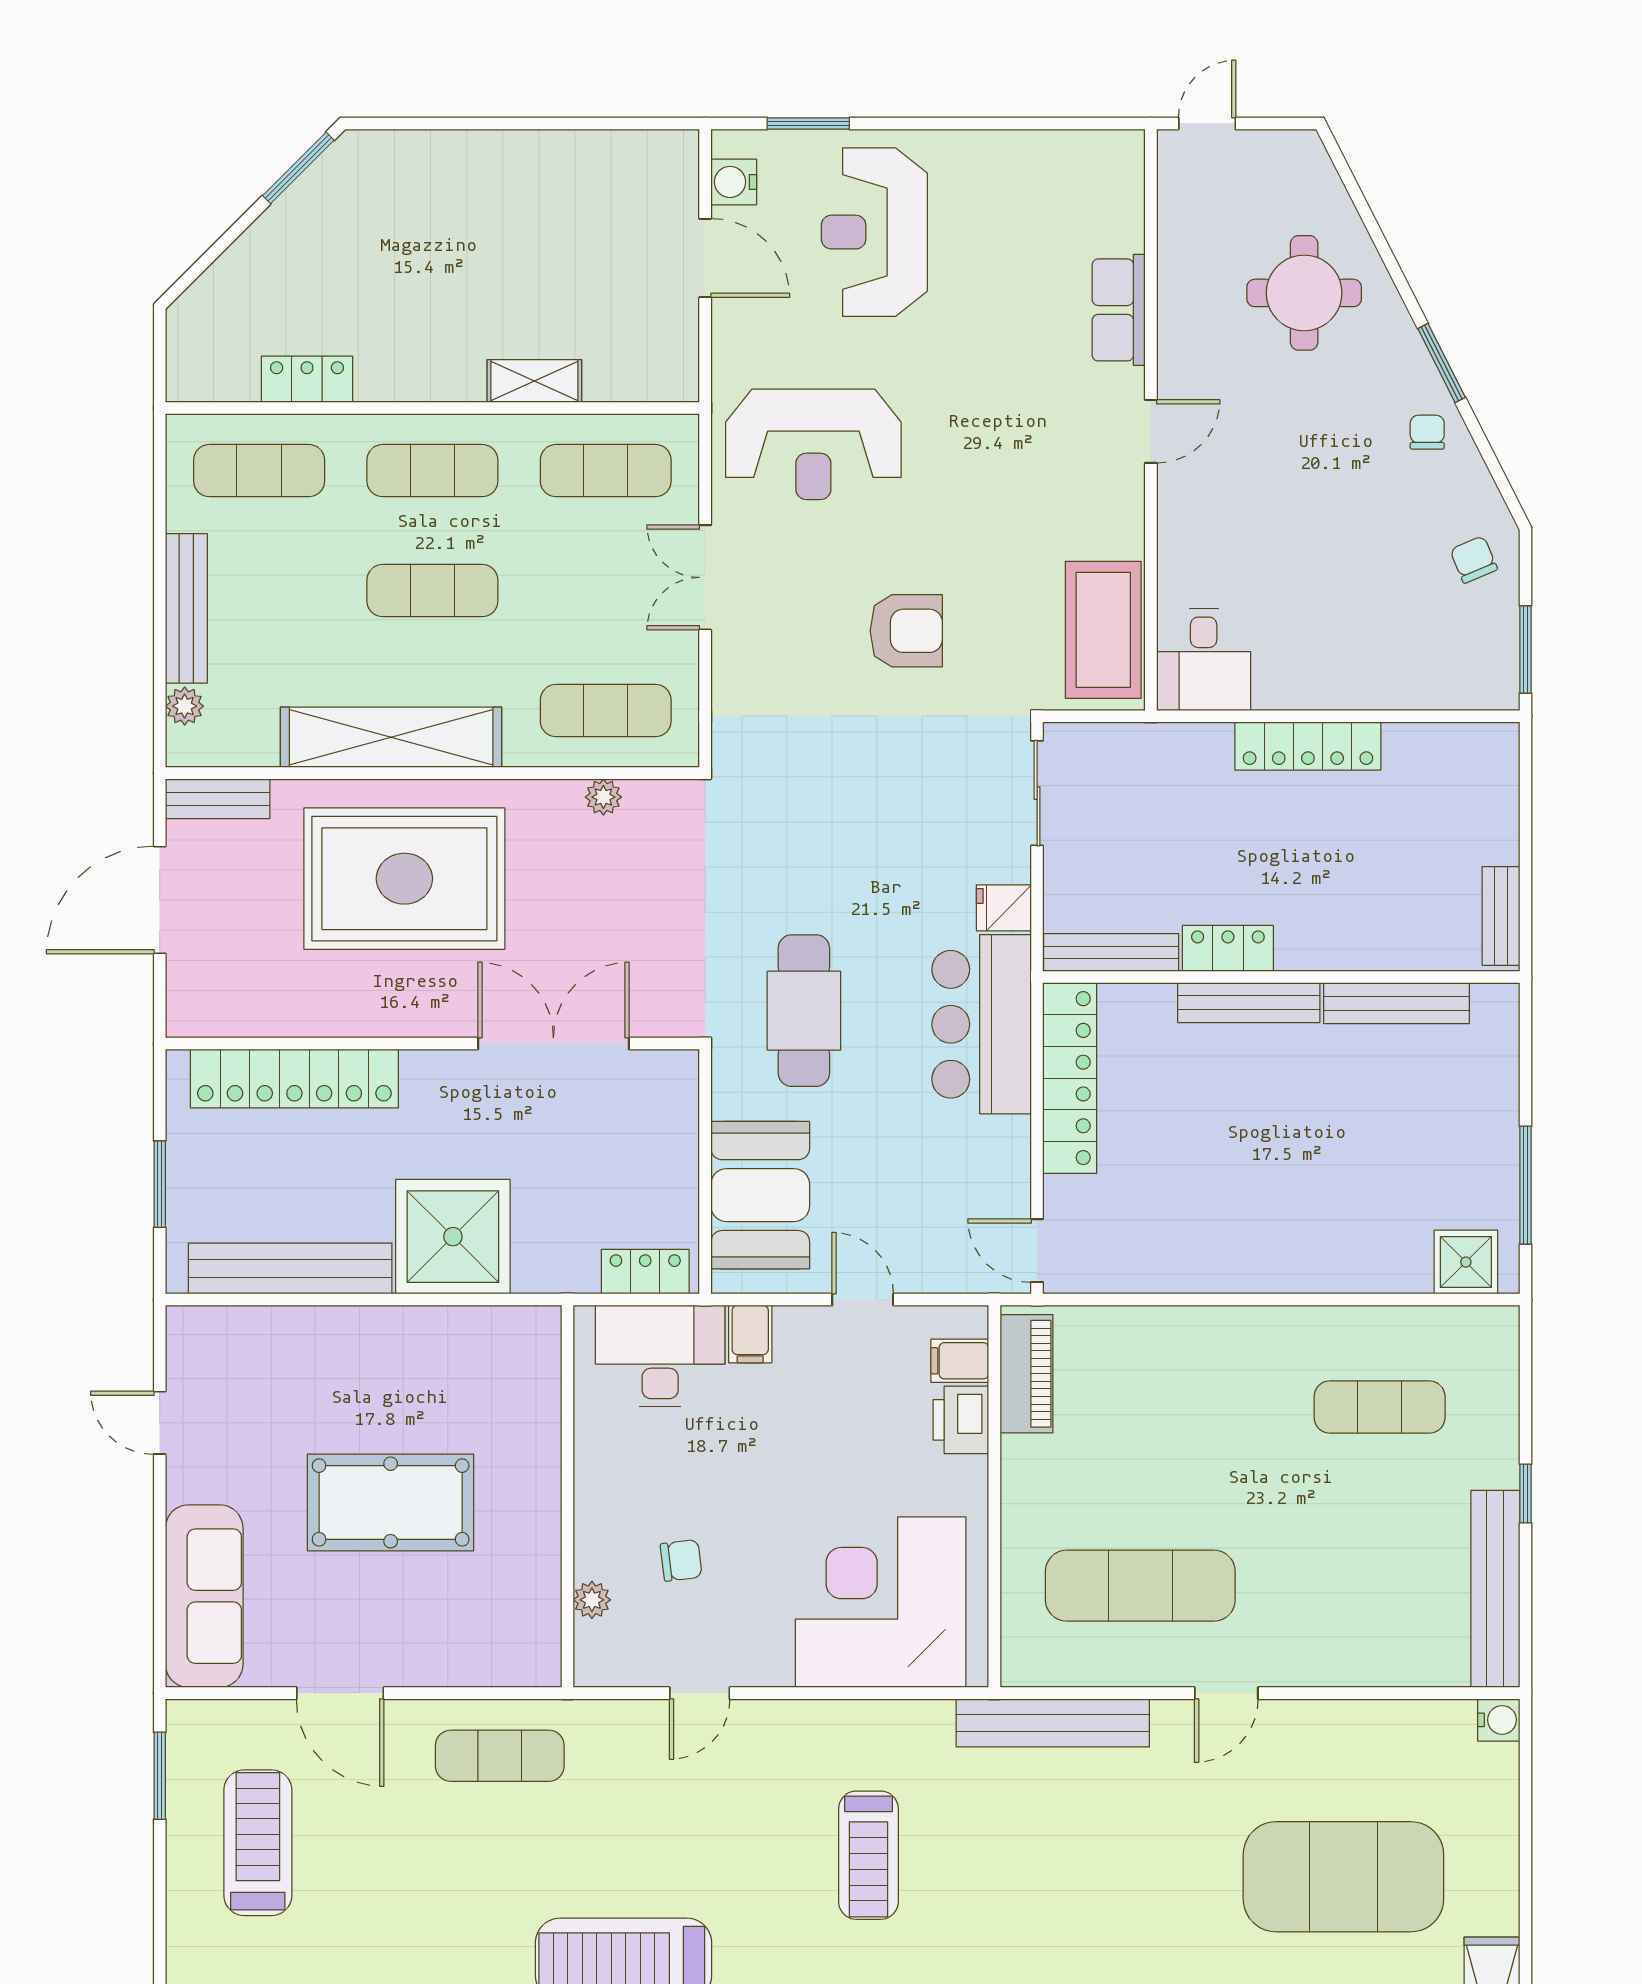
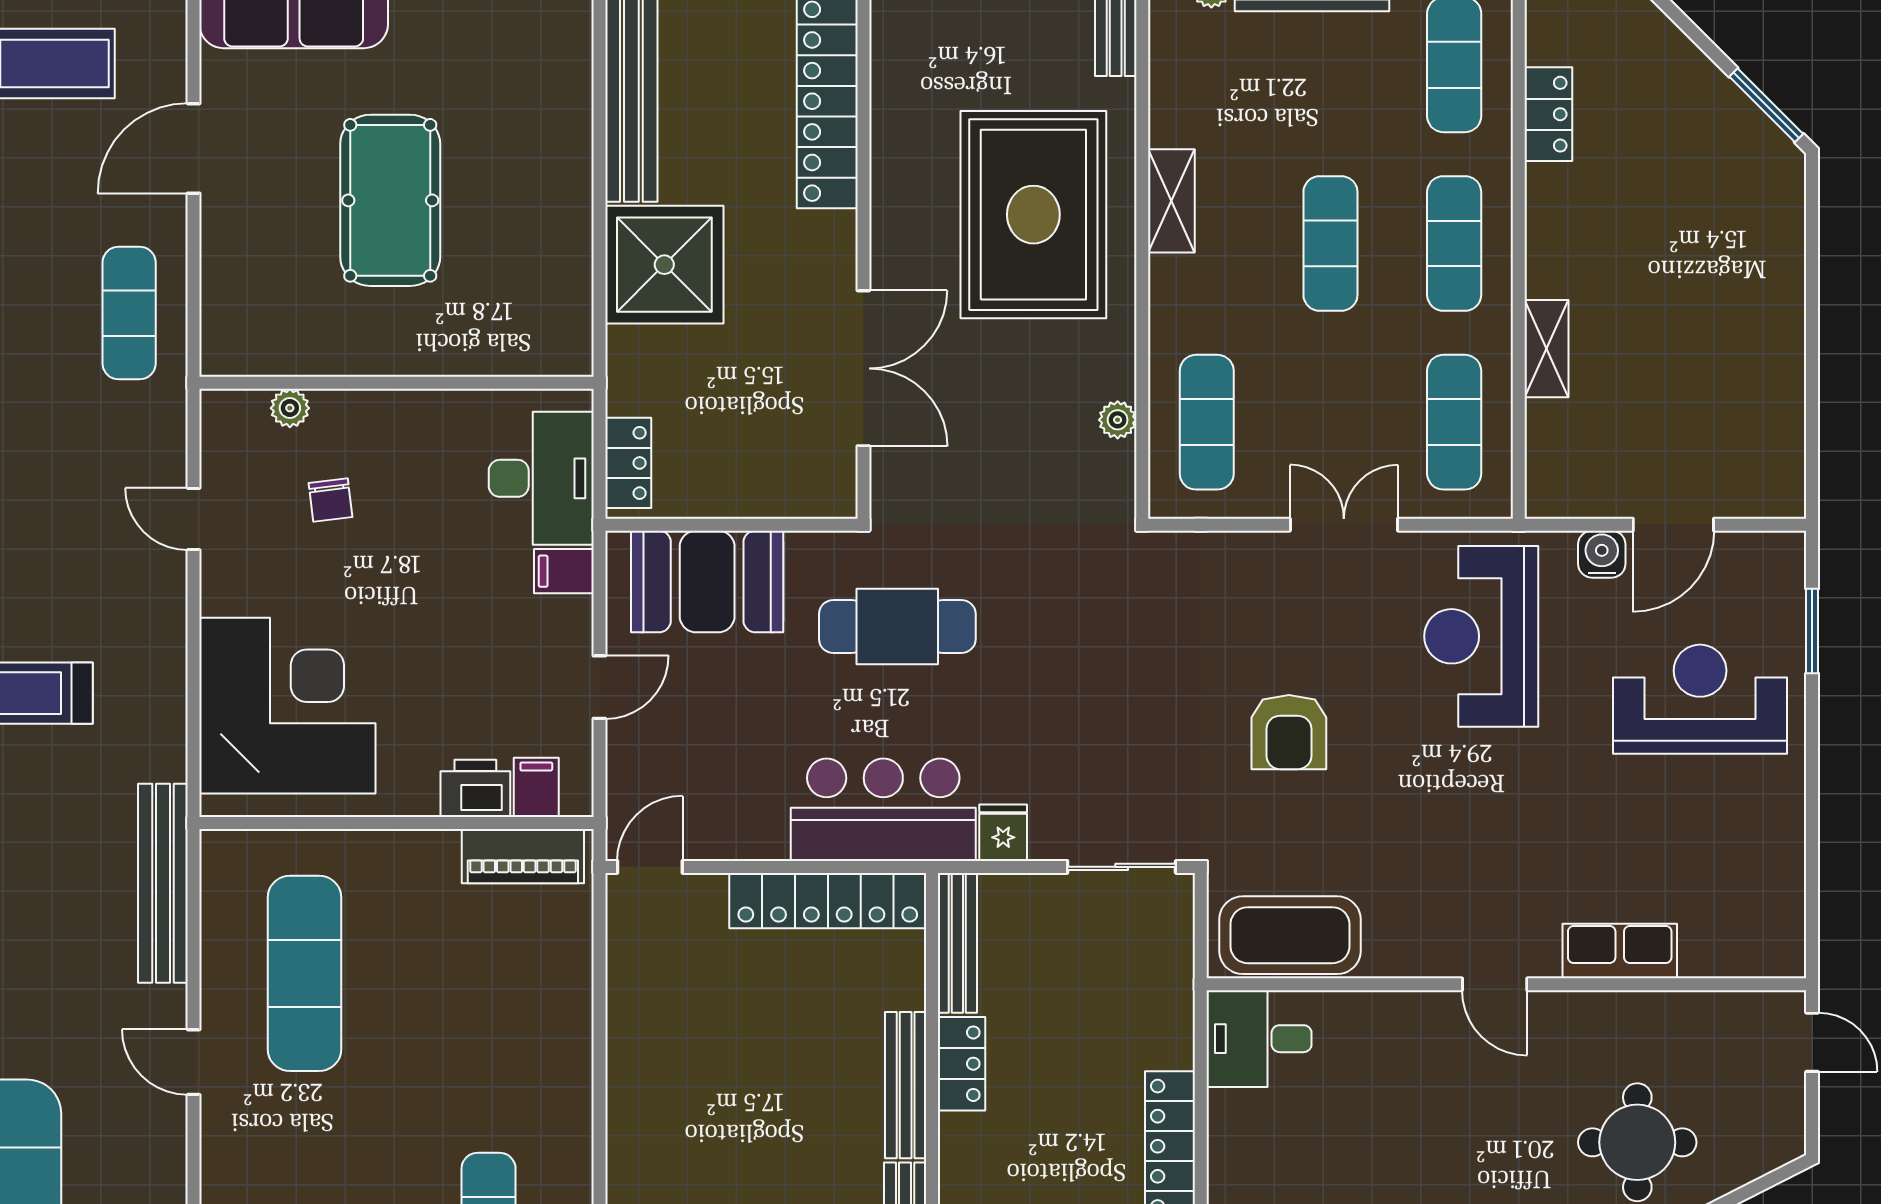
water cooler: (734, 182) -> (1602, 554), moved
shelving: (391, 737) -> (1171, 201), width x0.45, depth x0.75

